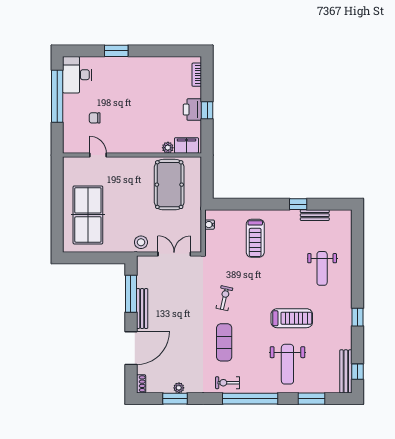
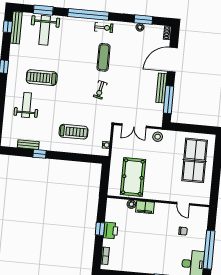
filing cabinet: (186, 145) -> (145, 207), moved
treadmill: (255, 238) -> (74, 132), turned 90
treadmill: (292, 318) -> (42, 78), moved
weight bench: (287, 364) -> (45, 30), moved, turned 180

